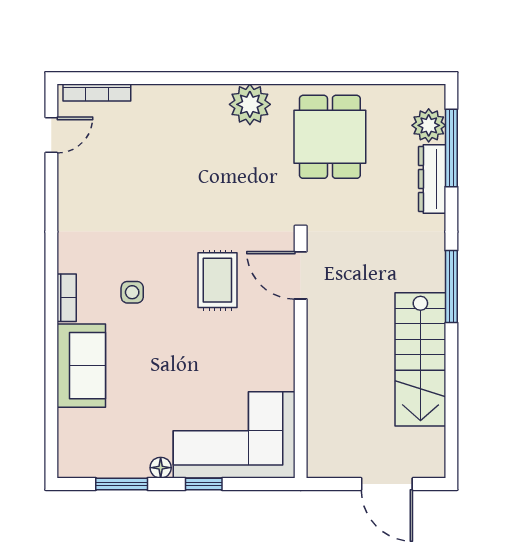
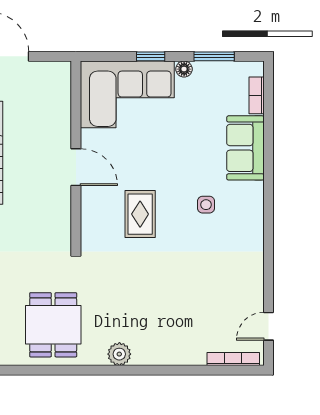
plant: (250, 104) -> (119, 354), width x0.73, depth x0.73
door: (301, 275) -> (76, 167), moved
bookcase: (67, 298) -> (257, 95), moved

